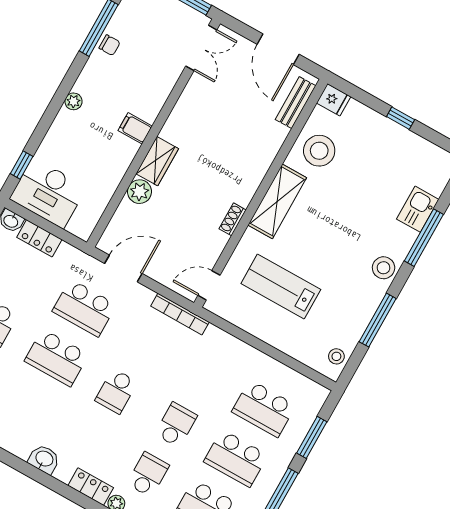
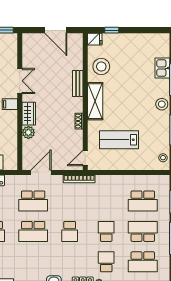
double door: (201, 48) -> (20, 81), moved
bench: (296, 103) -> (78, 83), moved
window: (401, 118) -> (112, 30), moved
school desk: (236, 458) -> (143, 231), turned 180

